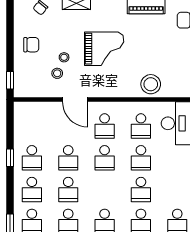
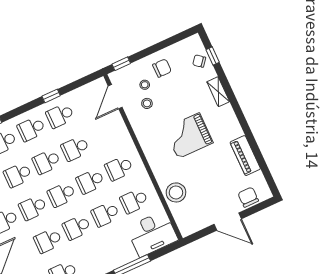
chair: (31, 45) -> (162, 68), turned -90
grand piano: (104, 49) -> (189, 136), turned 90
stool: (64, 57) -> (145, 85), moved
door: (75, 99) -> (115, 97), moved
school desk: (105, 190) -> (62, 195), added

